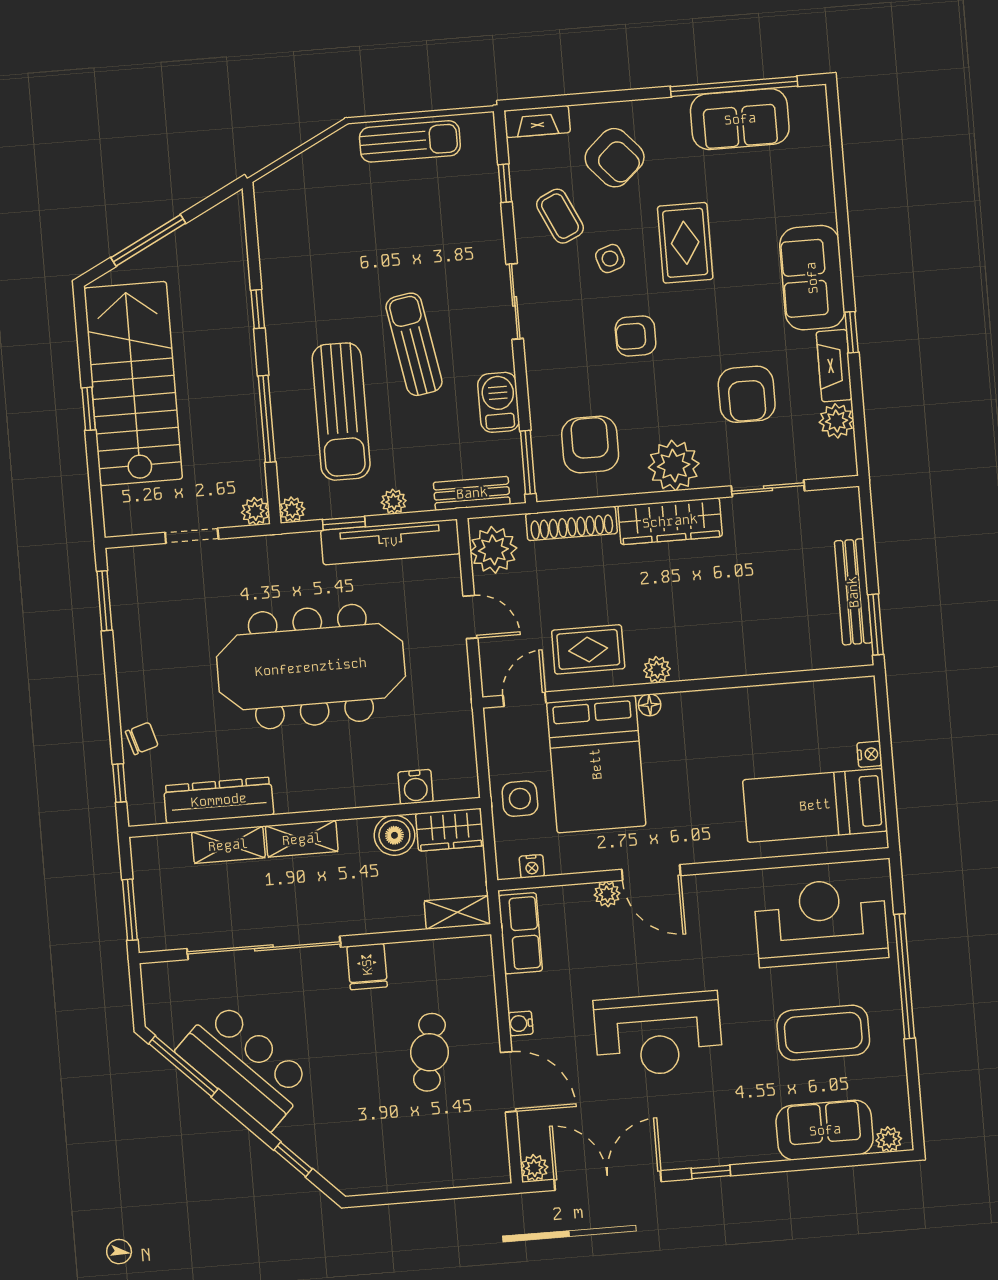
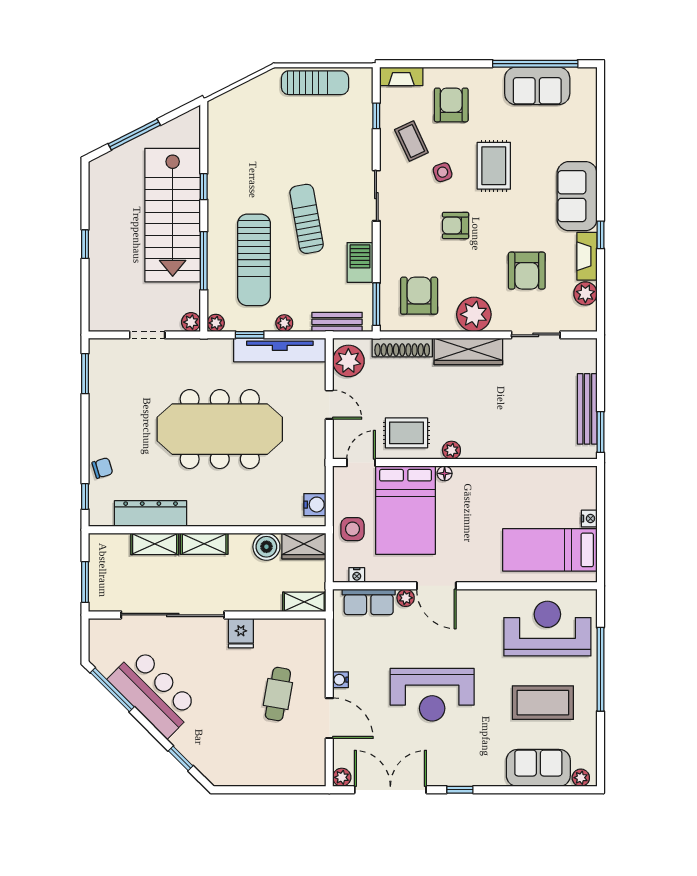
armchair: (615, 158) -> (451, 105), turned -138
stairs: (133, 384) -> (173, 215), moved, turned 180
water cooler: (416, 787) -> (315, 505), moved, turned -90
row of seats: (520, 933) -> (369, 602), moved, turned 90

